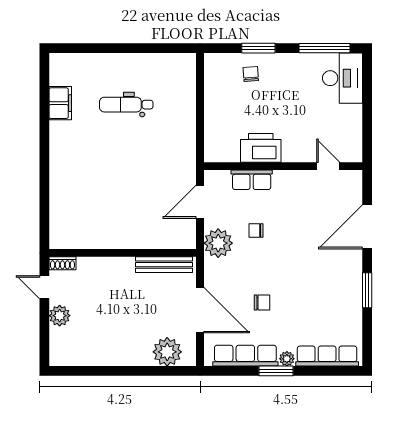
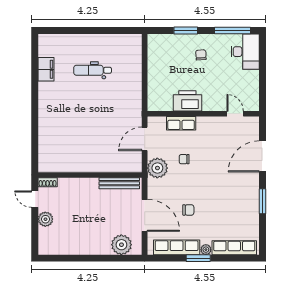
chair: (251, 74) -> (201, 55), moved

